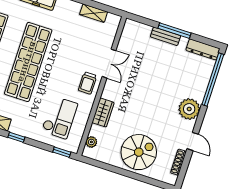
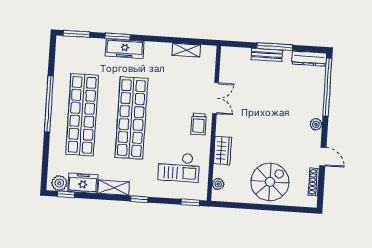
plant: (189, 109) -> (316, 124), width x0.53, depth x0.53
checkout: (60, 117) -> (179, 167), turned 90

